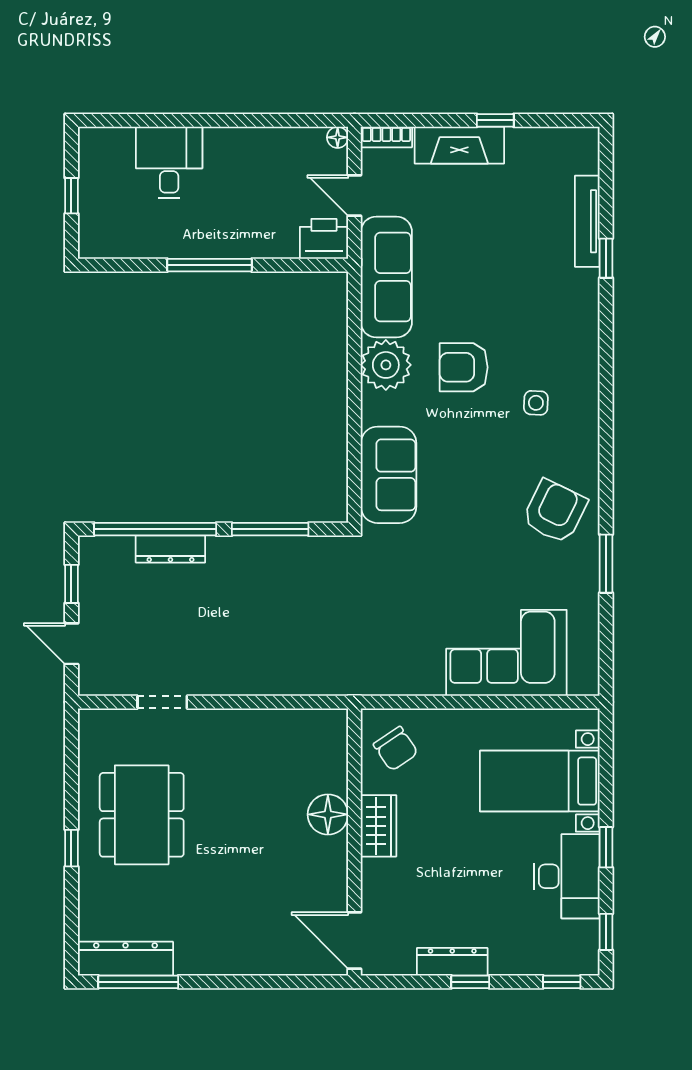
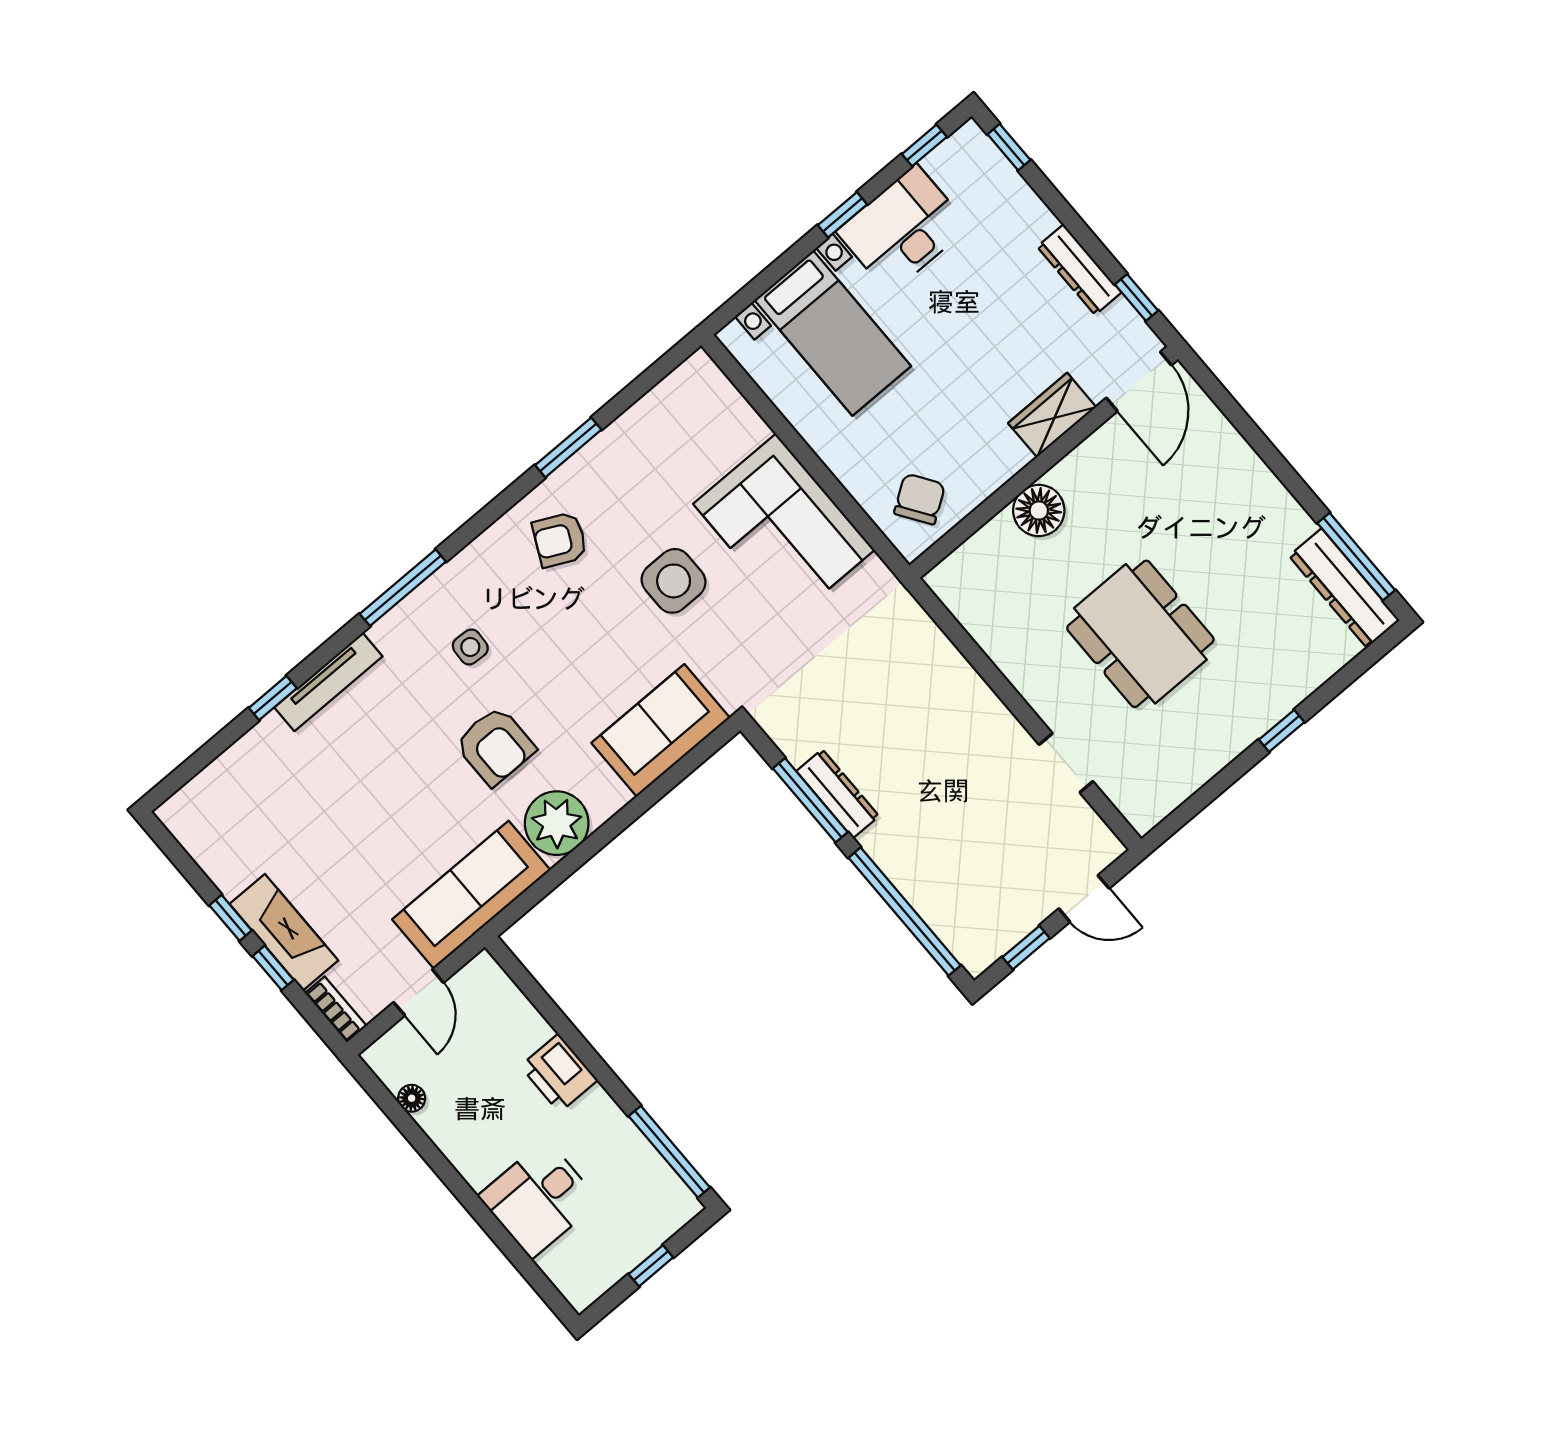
window: (443, 120) -> (273, 968), added
floor lamp: (338, 137) -> (412, 1098), moved
tv unit: (587, 221) -> (328, 682), moved
printer: (324, 239) -> (559, 1073), moved
window: (210, 265) -> (669, 1152), moved
window: (606, 393) -> (403, 588), added
armchair: (555, 511) -> (560, 540), width x0.72, depth x0.72
dresser: (170, 549) -> (838, 794), moved
side table: (472, 559) -> (674, 581), added
door: (71, 644) -> (1084, 899), hinge flipped
corner sofa: (506, 653) -> (784, 527), moved
dining table: (142, 815) -> (1140, 634), moved, turned 90
wardrobe: (379, 826) -> (1052, 415), moved
window: (470, 982) -> (1136, 297), moved

